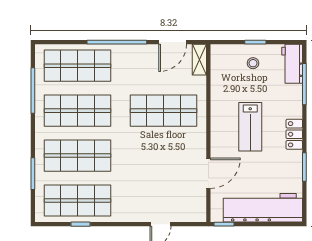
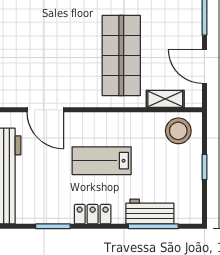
shelving: (199, 60) -> (165, 99), moved
stool: (253, 63) -> (178, 131), moved, width x1.89, depth x1.89
workbench: (292, 64) -> (150, 212), moved

